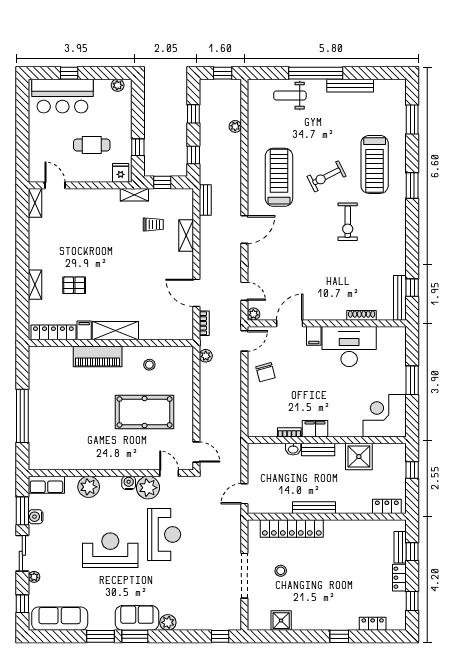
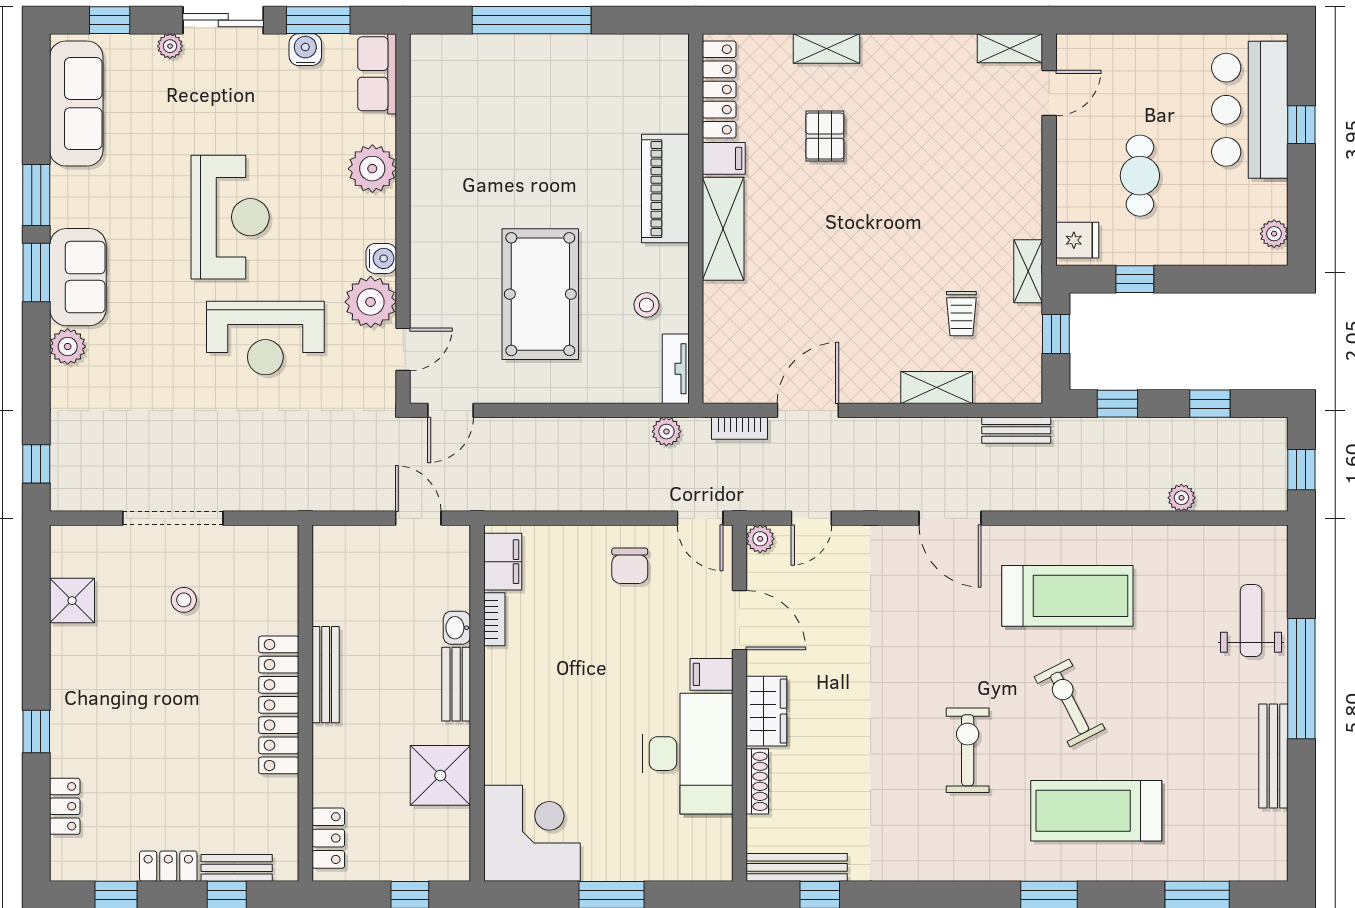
exercise bike: (348, 222) -> (968, 750), turned 90
wardrobe: (330, 311) -> (766, 711), added
tv unit: (178, 352) -> (676, 369), added
chair: (266, 372) -> (630, 566), turned -75
filing cabinet: (315, 429) -> (503, 562), moved
door: (244, 494) -> (418, 518), moved
locker: (292, 528) -> (279, 705), moved

